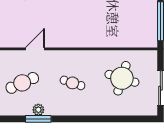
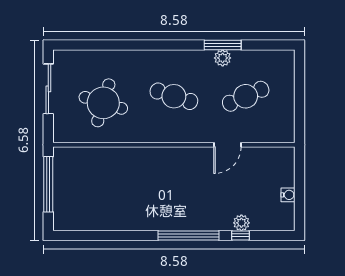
cafe table: (72, 83) -> (174, 96), width x1.37, depth x1.35

